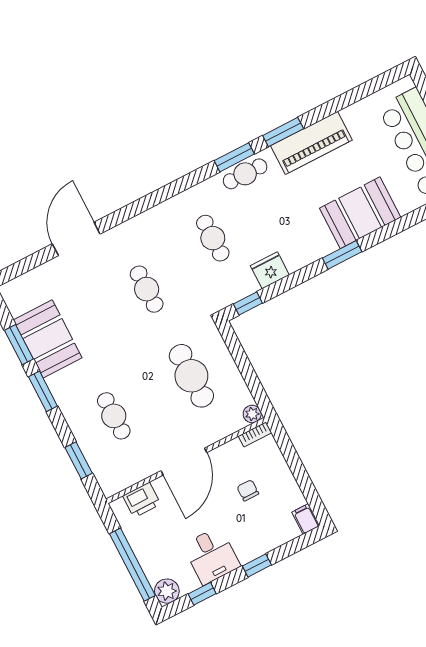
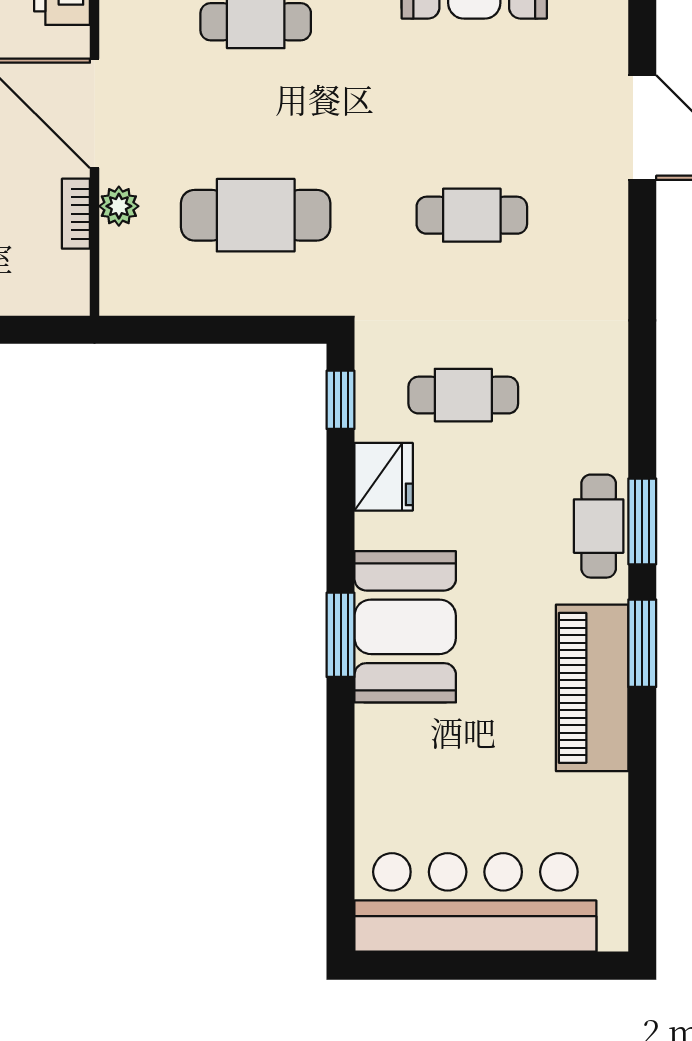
booth: (360, 213) -> (405, 627), moved
cafe table: (213, 238) -> (463, 395), moved
plant: (252, 414) -> (119, 206), moved
bookcase: (255, 434) -> (76, 214), moved

